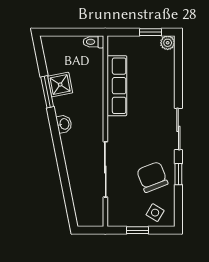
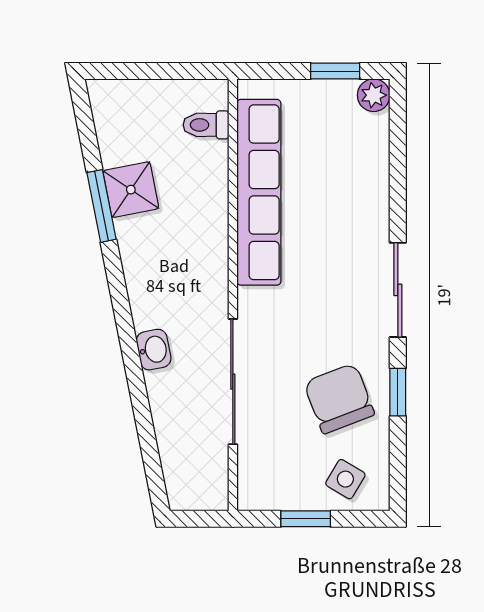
toilet: (93, 42) -> (206, 125), moved
row of seats: (117, 86) -> (259, 192), width x1.36
washbasin: (64, 124) -> (154, 350), moved

